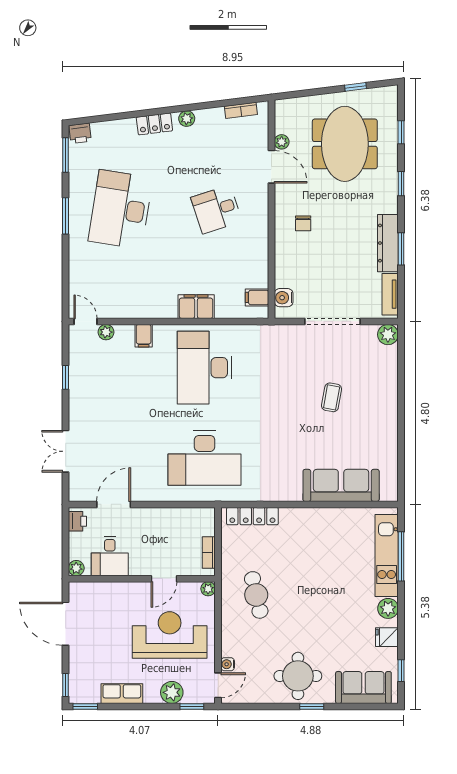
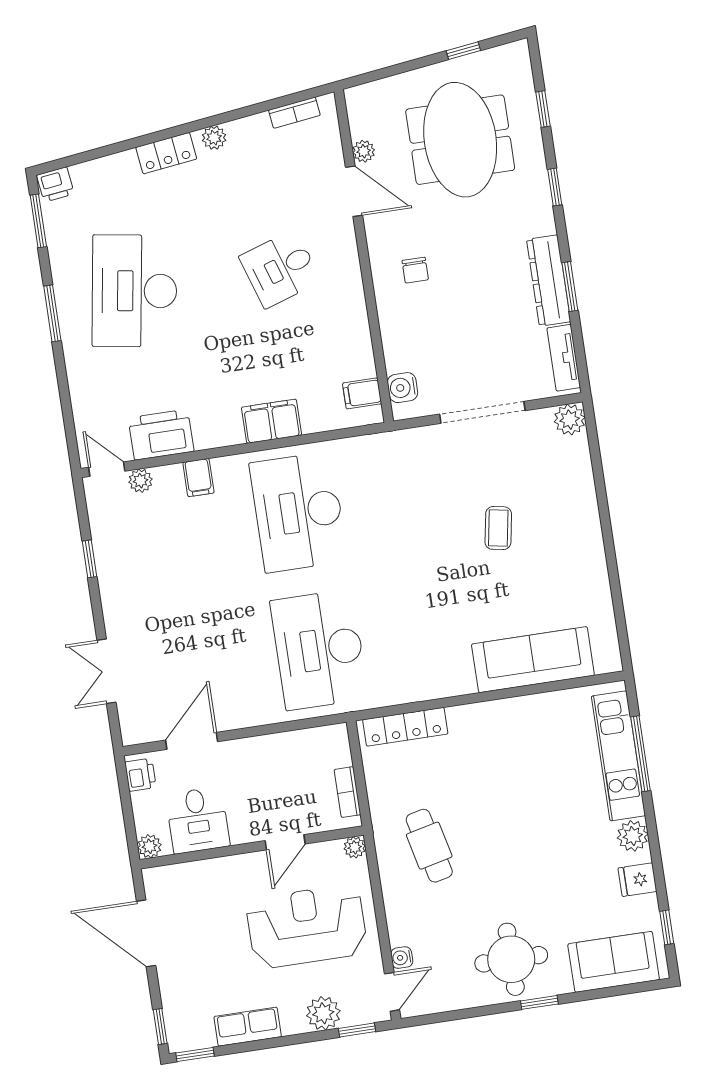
printer: (124, 305) -> (161, 435), added
desk: (205, 458) -> (319, 650), turned 90

